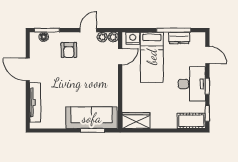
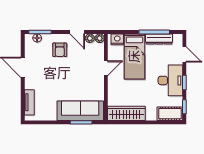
door: (88, 30) -> (77, 32), swing flipped
dresser: (179, 38) -> (159, 39), width x1.44
door: (120, 57) -> (106, 68), moved
tv unit: (35, 102) -> (29, 102), width x0.71
wardrobe: (136, 120) -> (126, 113), width x1.50

